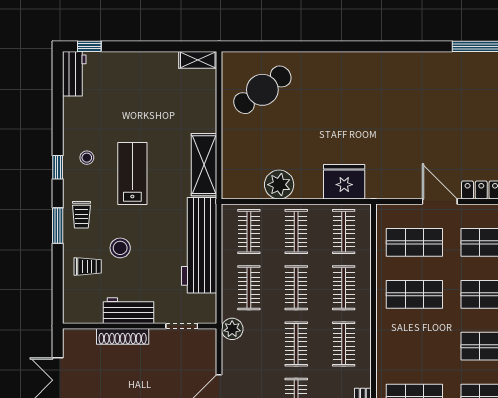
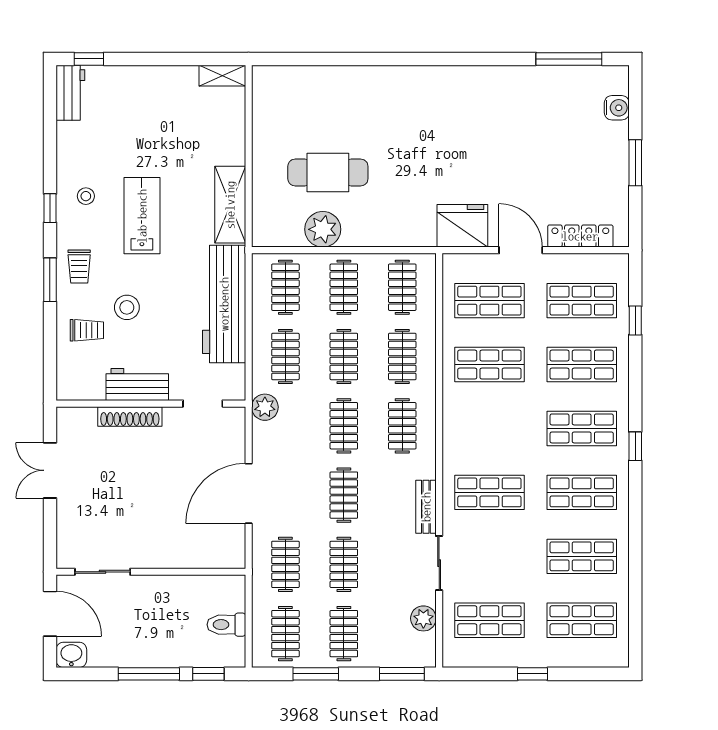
cafe table: (262, 90) -> (328, 172), moved, turned 36
fridge: (344, 182) -> (462, 226), moved

